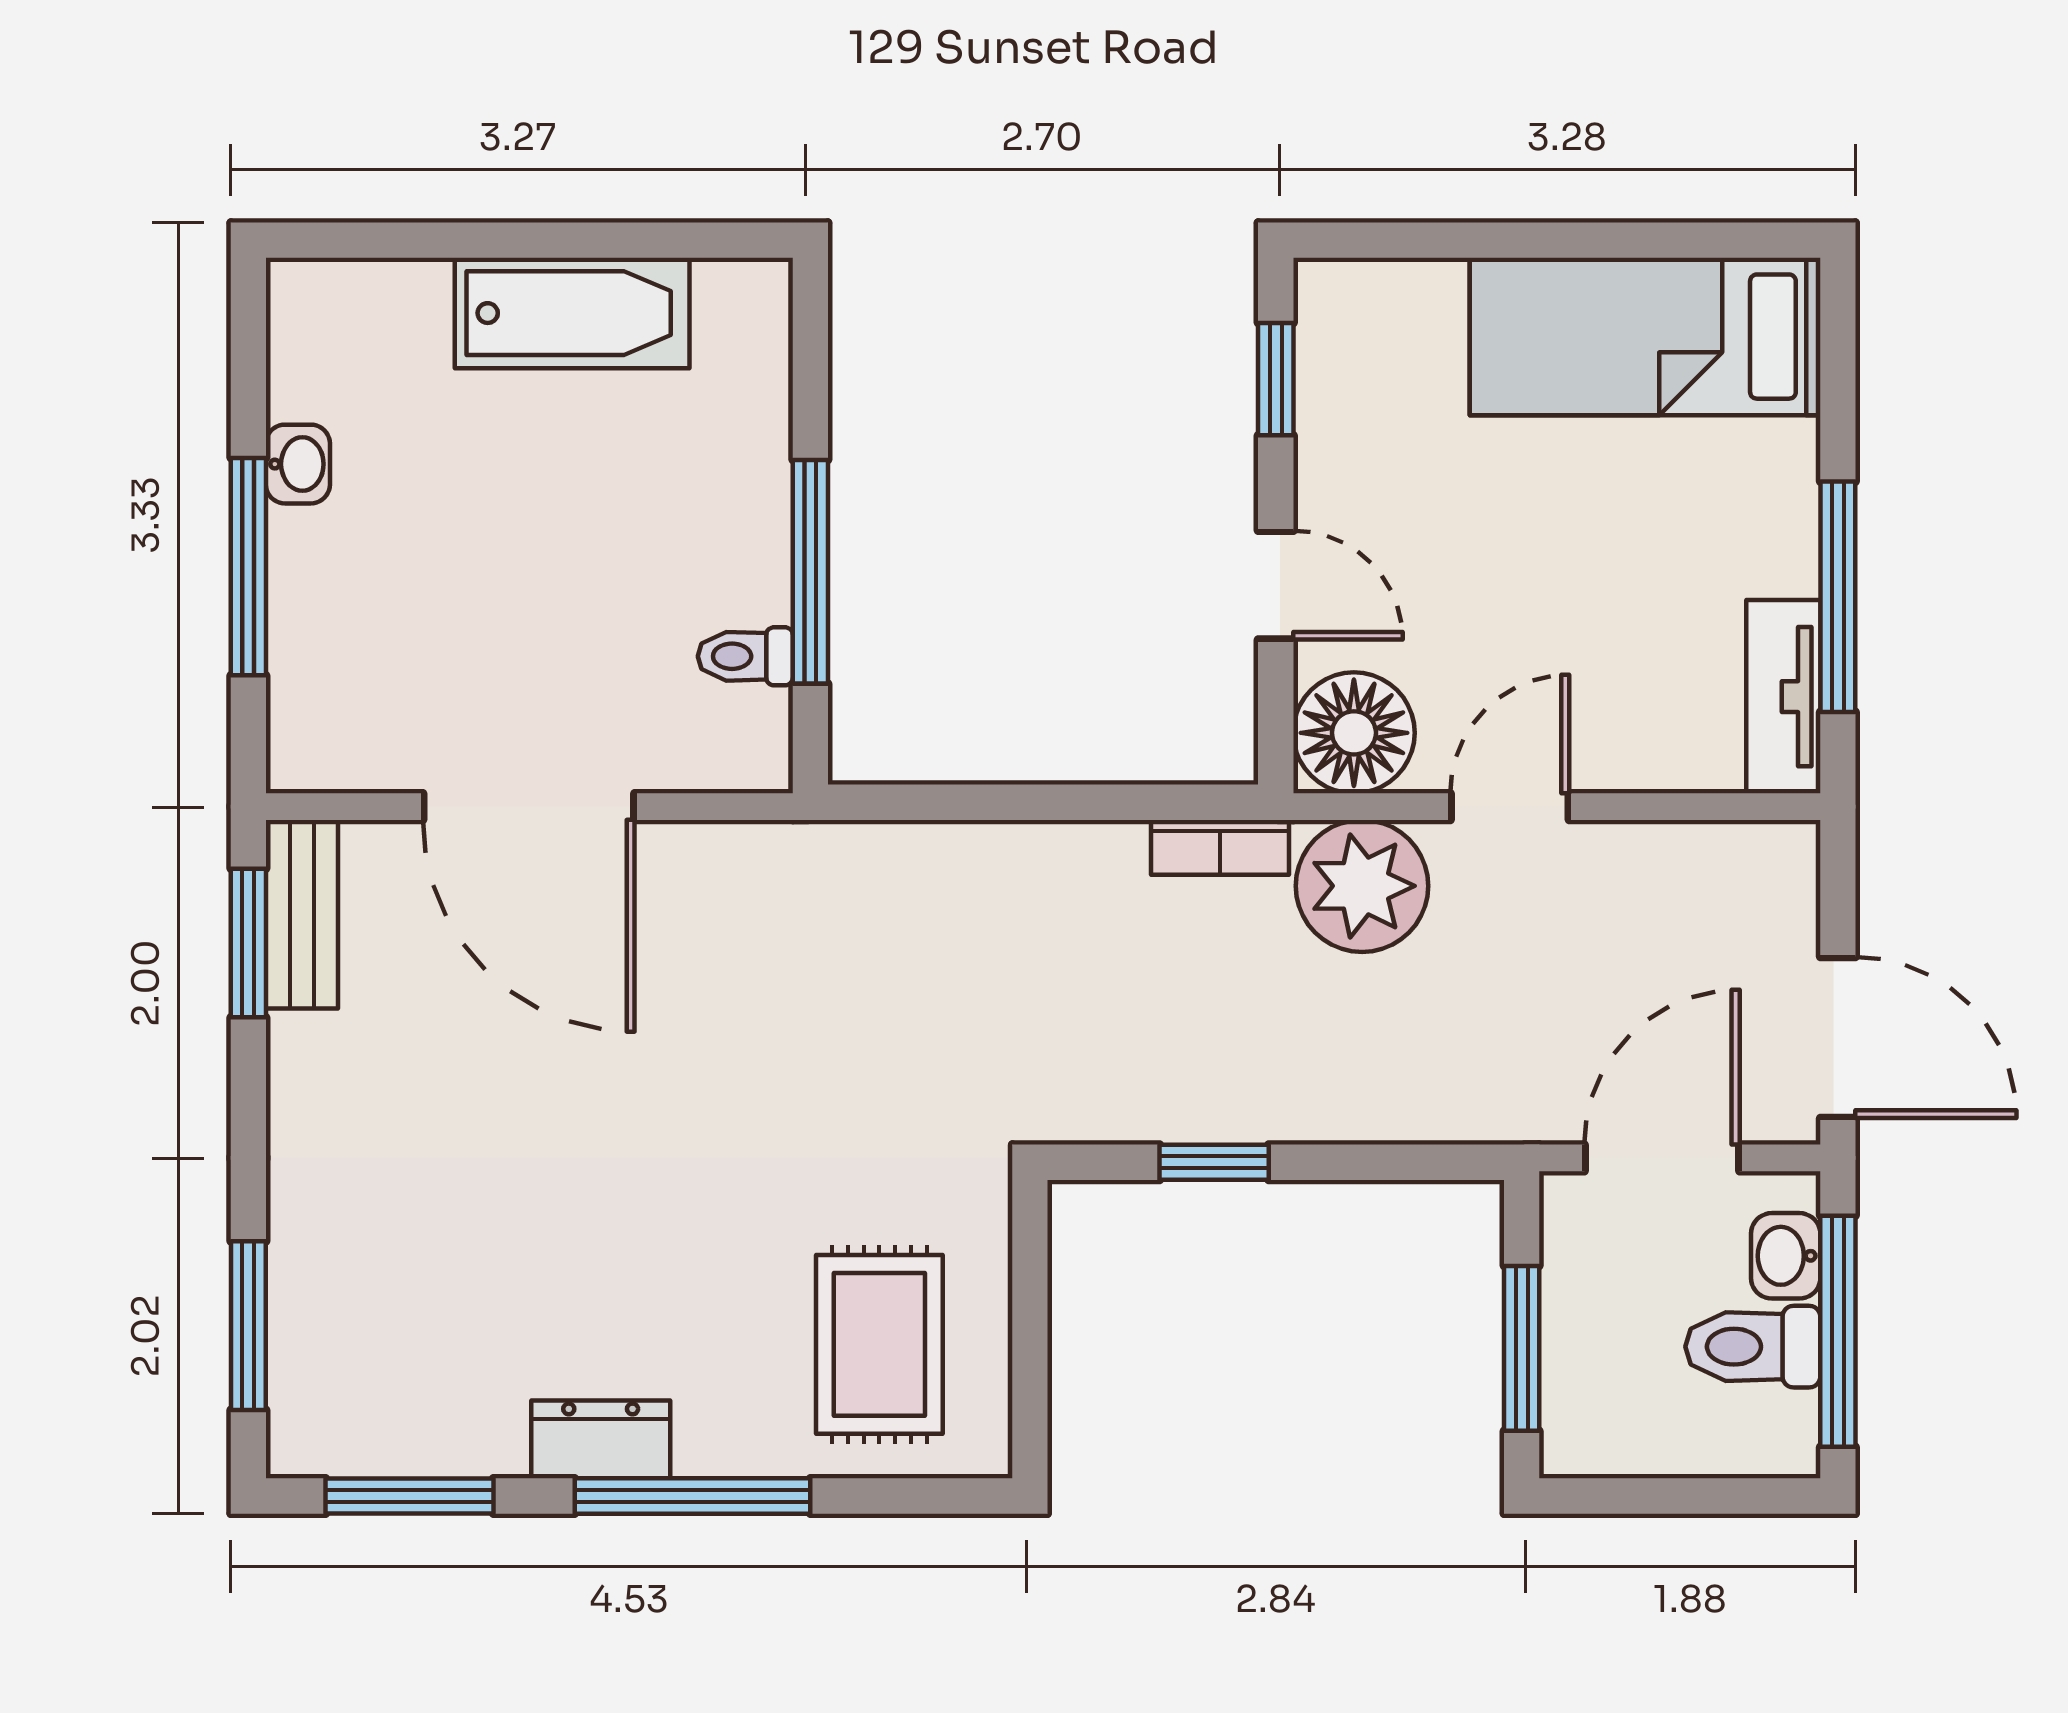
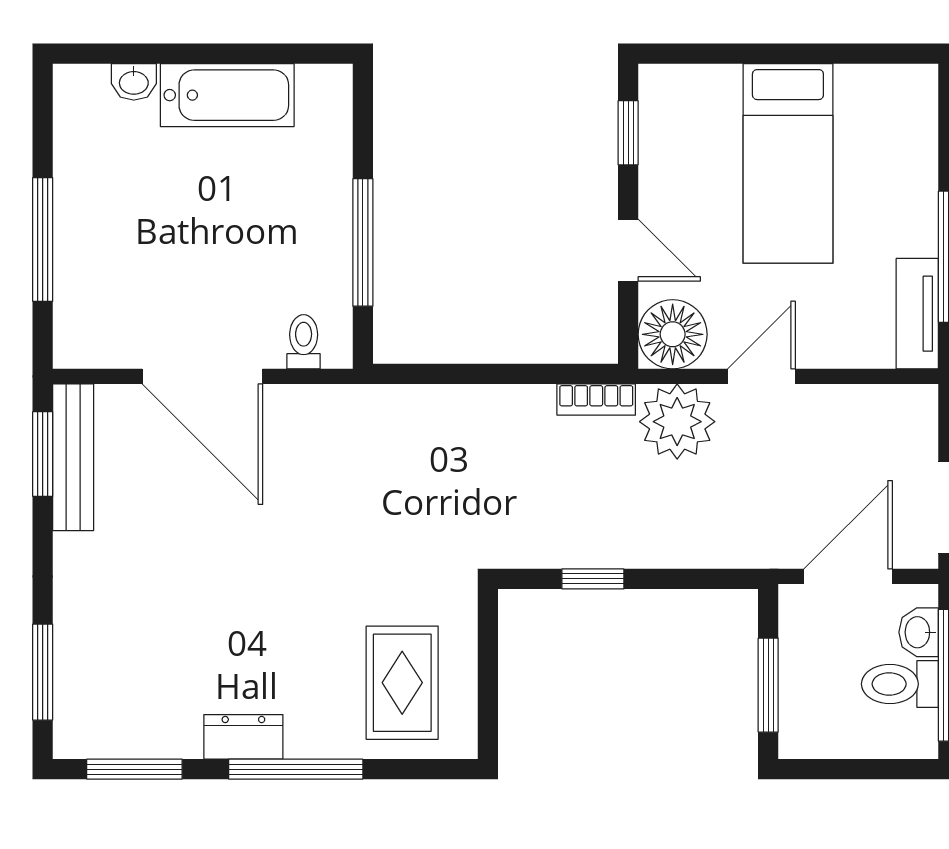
bed: (1645, 337) -> (788, 163), moved, turned -90
washbasin: (298, 464) -> (134, 82), moved, turned 90
toilet: (745, 656) -> (304, 342), moved, turned 90
bench: (302, 914) -> (73, 457), width x1.36

